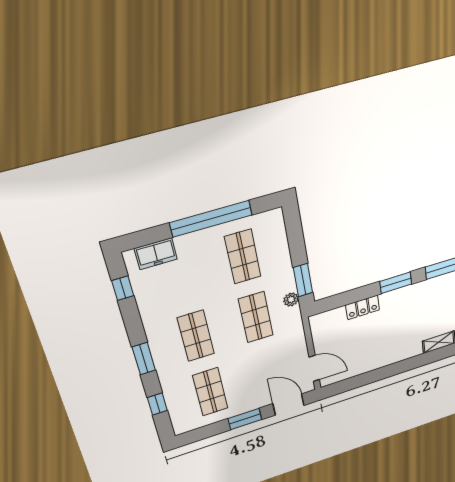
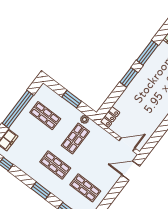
window: (303, 280) -> (72, 99), moved
locker: (363, 307) -> (110, 117), moved
shop shelf: (256, 317) -> (75, 138), turned 90
window: (245, 419) -> (115, 191), removed

